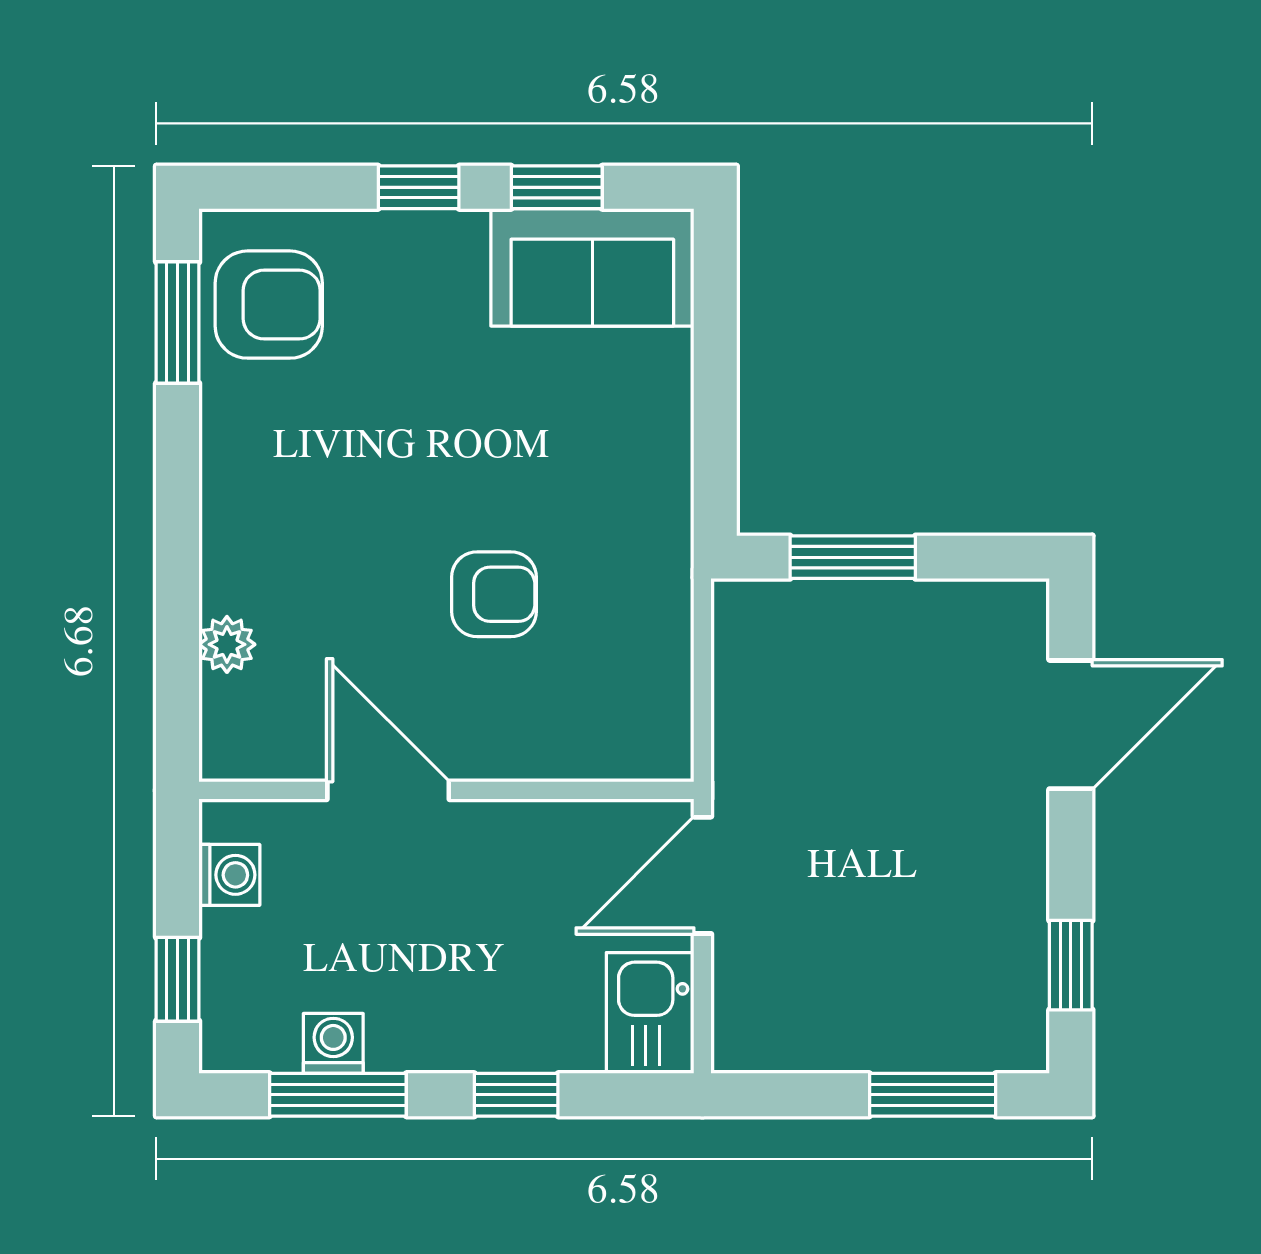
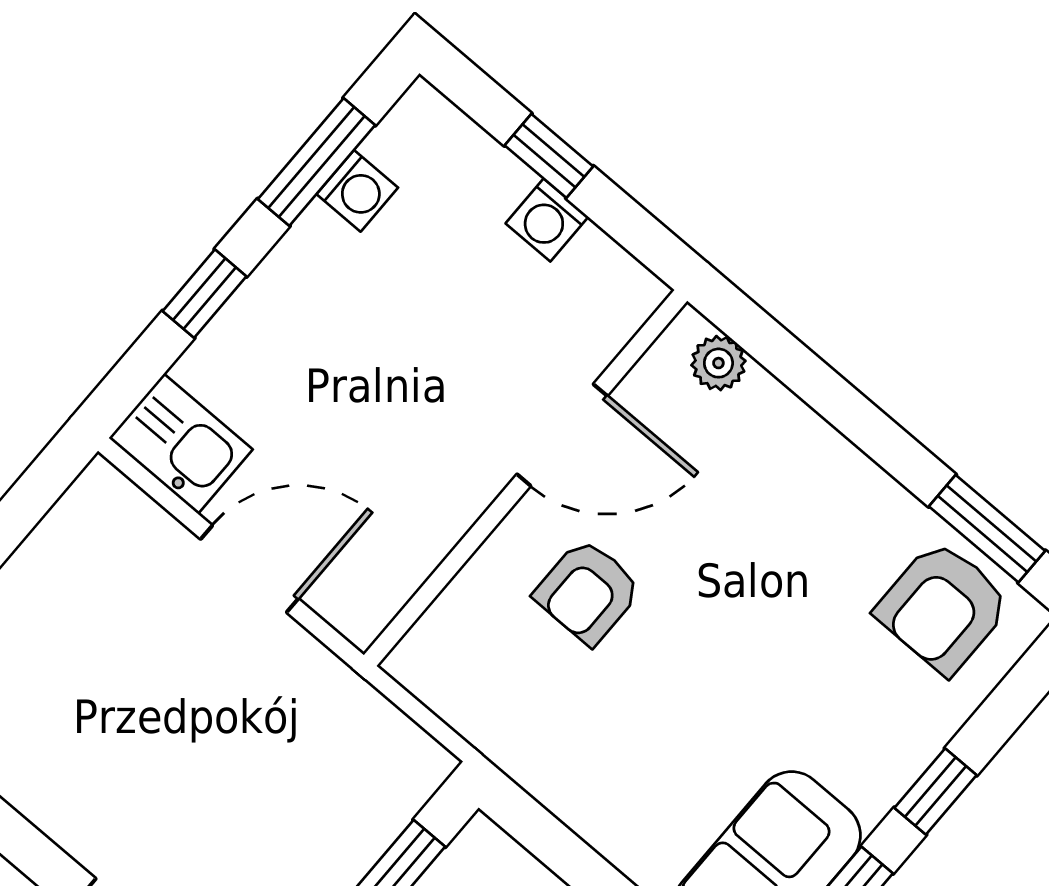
door: (388, 790) -> (562, 435), moved
wall: (446, 790) -> (525, 478), moved
door: (702, 875) -> (250, 569), hinge flipped
window: (178, 979) -> (549, 156), moved

